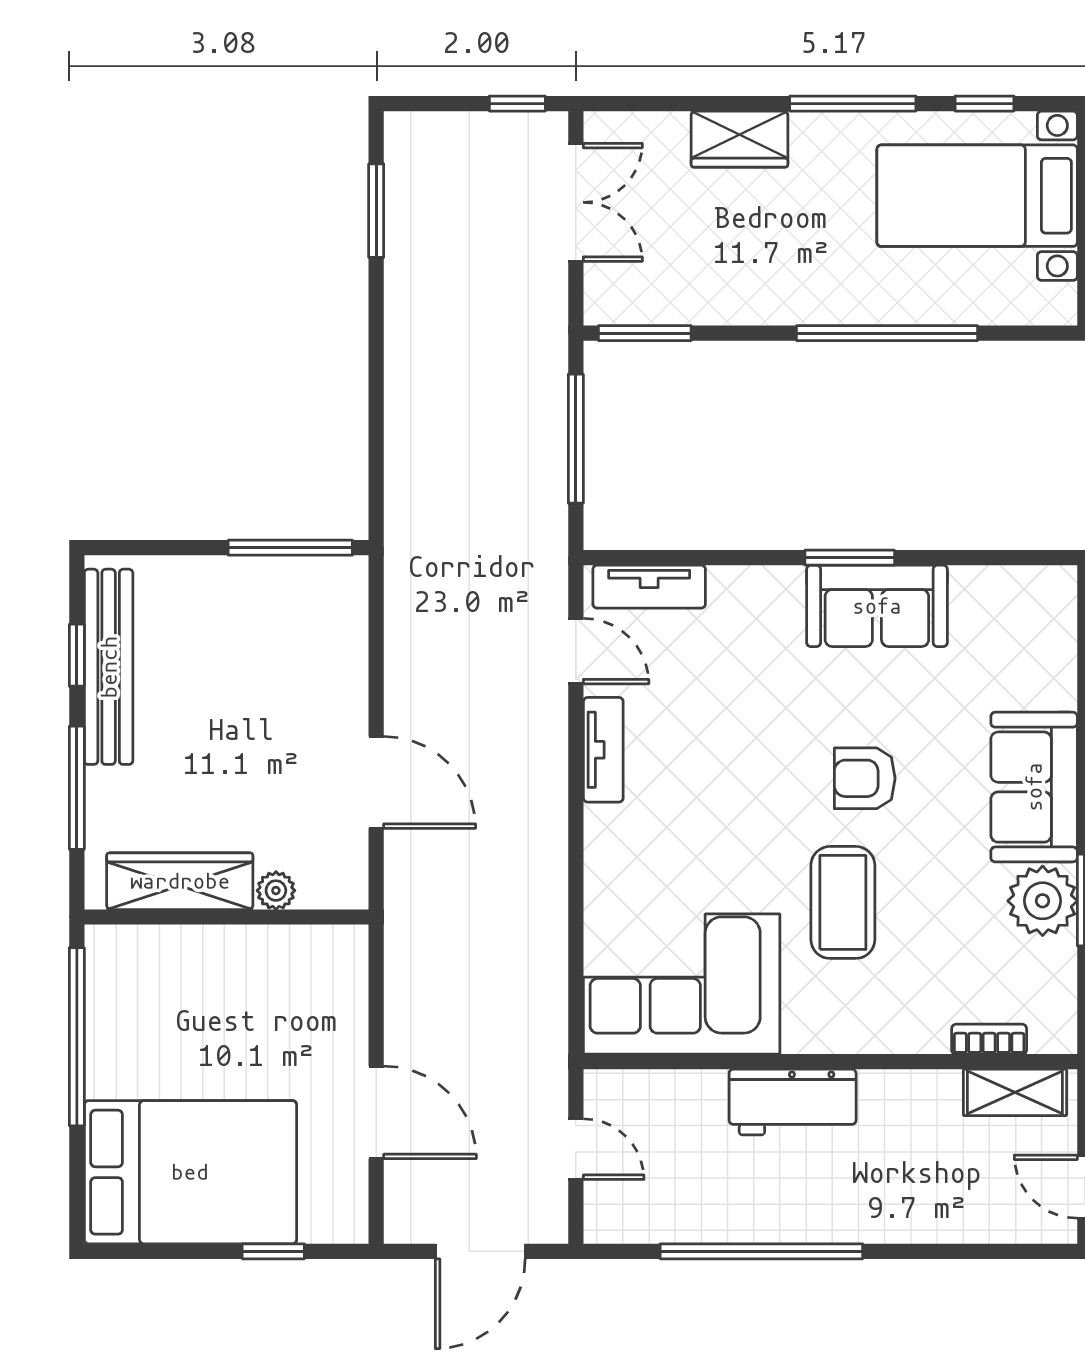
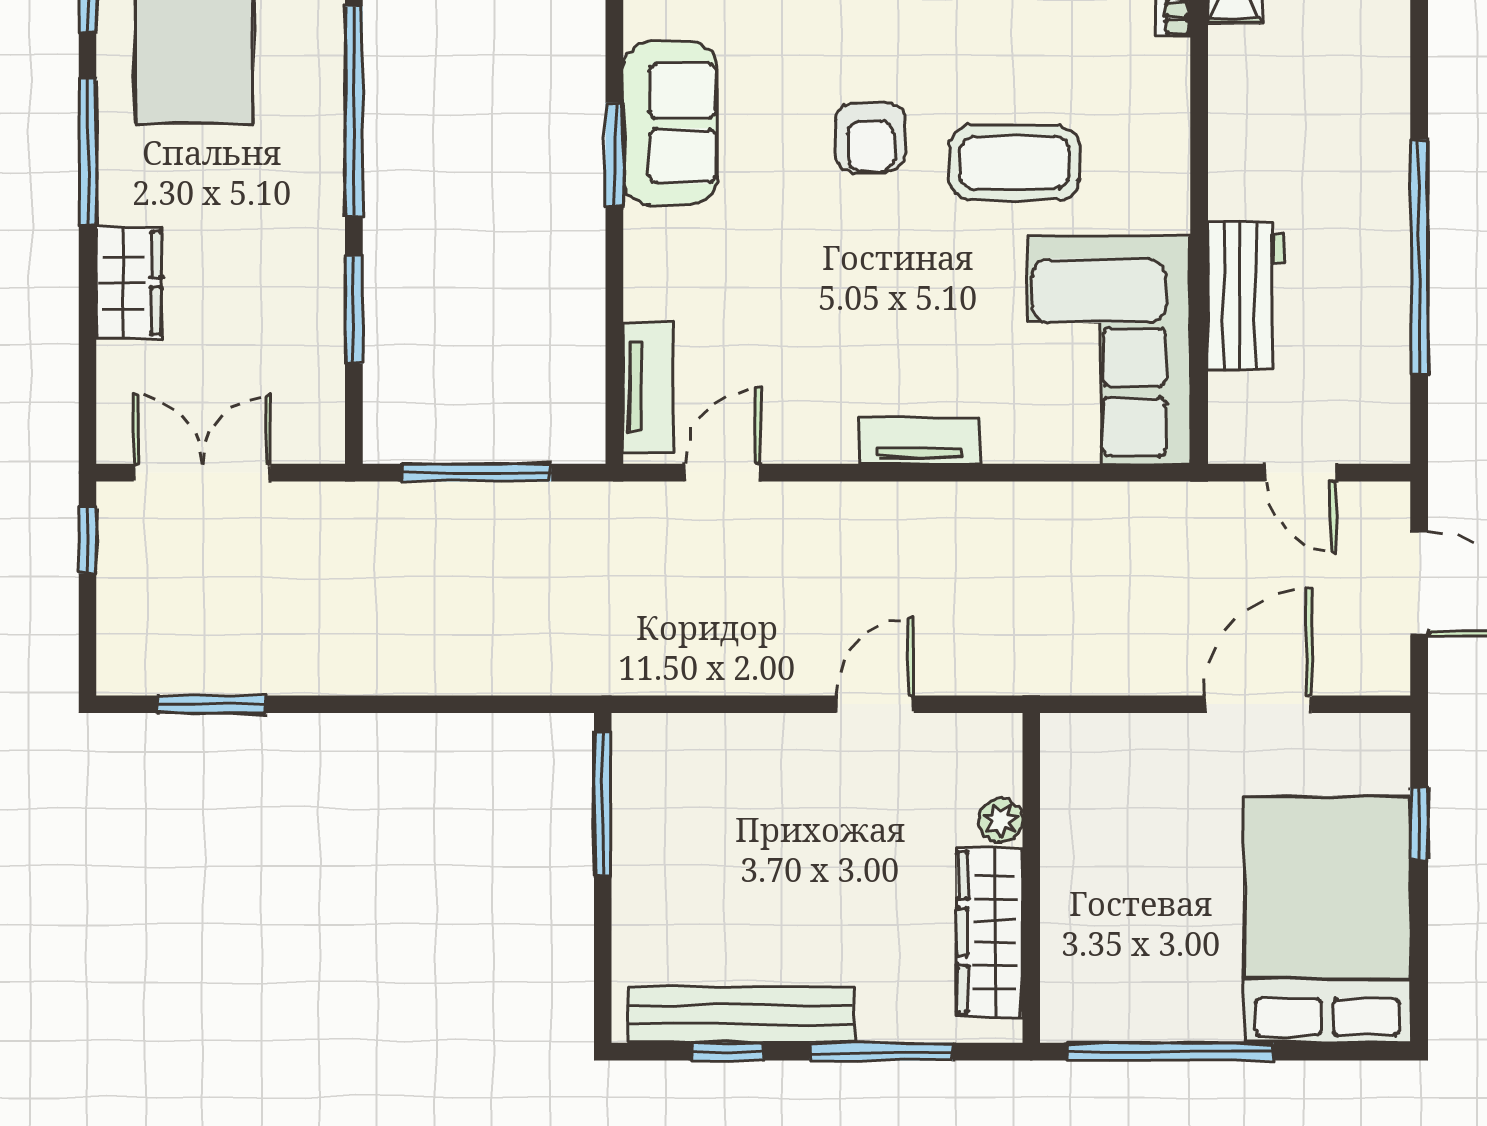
window: (645, 333) -> (354, 310), moved
tv unit: (603, 750) -> (920, 441), moved
door: (376, 782) -> (875, 704), width x0.73
workbench: (793, 1102) -> (1246, 296), moved
door: (576, 1149) -> (1301, 473), swing flipped

